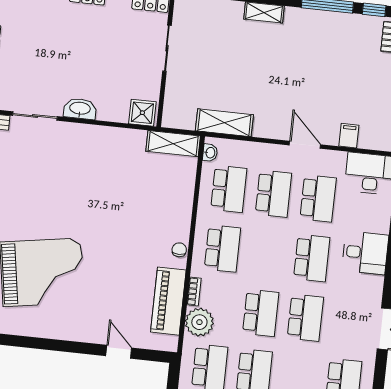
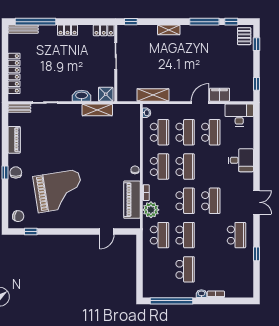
washbasin: (80, 109) -> (82, 96), moved
filing cabinet: (349, 136) -> (220, 95), width x2.00
shelving: (173, 144) -> (97, 110), moved
door: (305, 145) -> (200, 103), hinge flipped
school desk: (312, 258) -> (185, 167), moved
door: (119, 352) -> (107, 232), swing flipped

